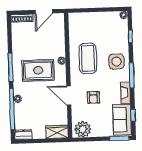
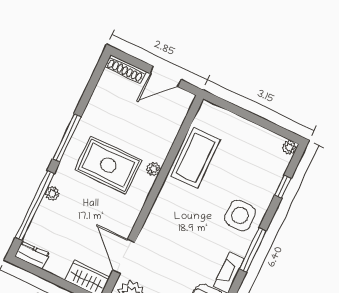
coffee table: (88, 58) -> (196, 158), moved
door: (69, 96) -> (124, 256), moved
armchair: (93, 97) -> (174, 254), removed

